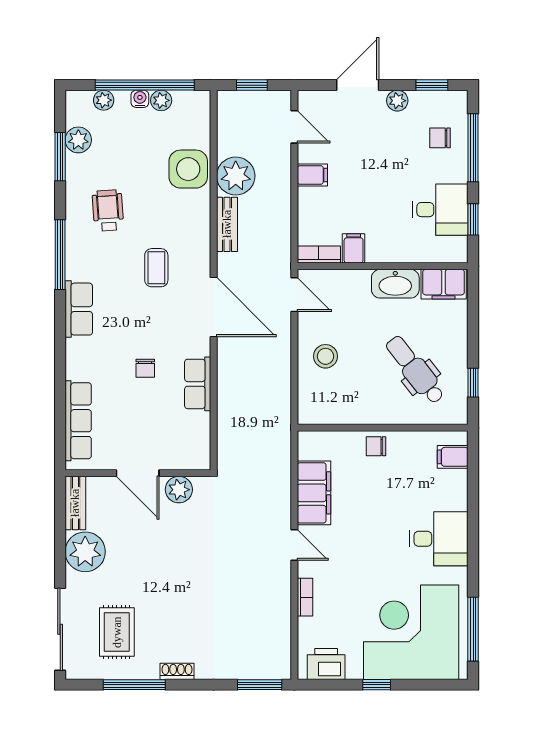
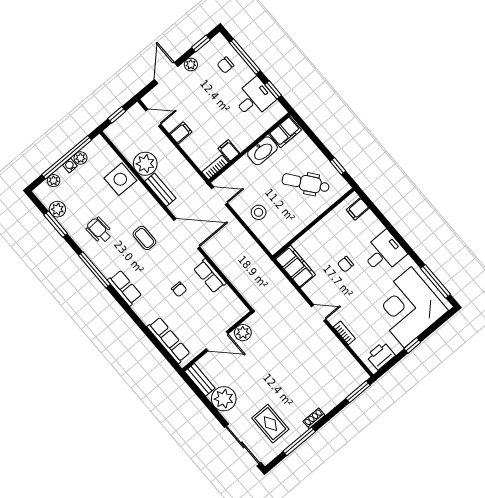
chair: (376, 446) -> (346, 264), moved
filing cabinet: (314, 493) -> (295, 267), moved

